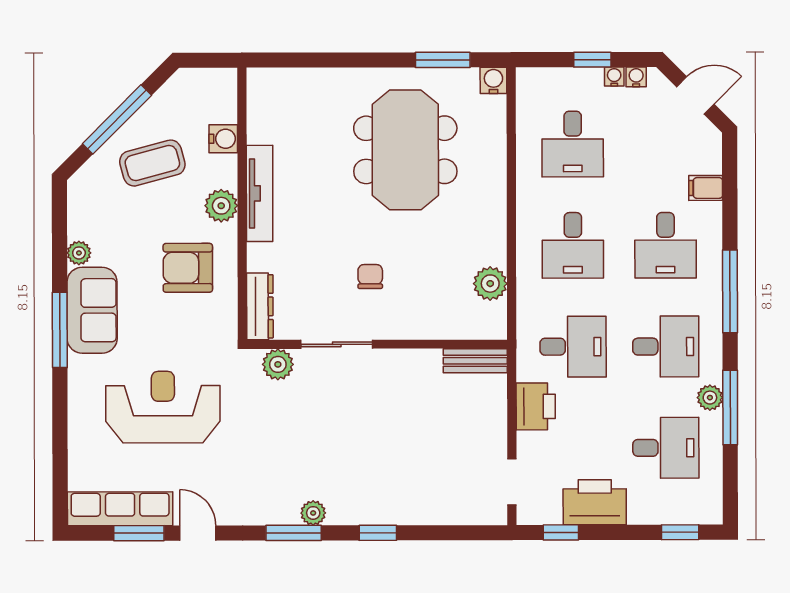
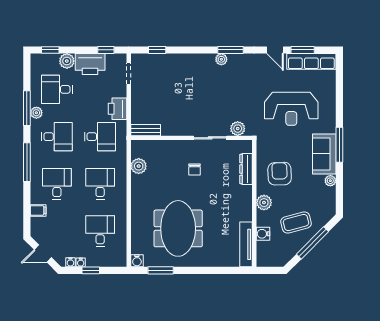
tv unit: (260, 193) -> (246, 244), moved
armchair: (188, 268) -> (280, 174), turned -92
dresser: (260, 306) -> (246, 169), moved
desk: (666, 346) -> (57, 137), turned 180
desk: (573, 347) -> (100, 137), turned 180
plant: (645, 509) -> (67, 61), added
window: (378, 533) -> (157, 50), moved

